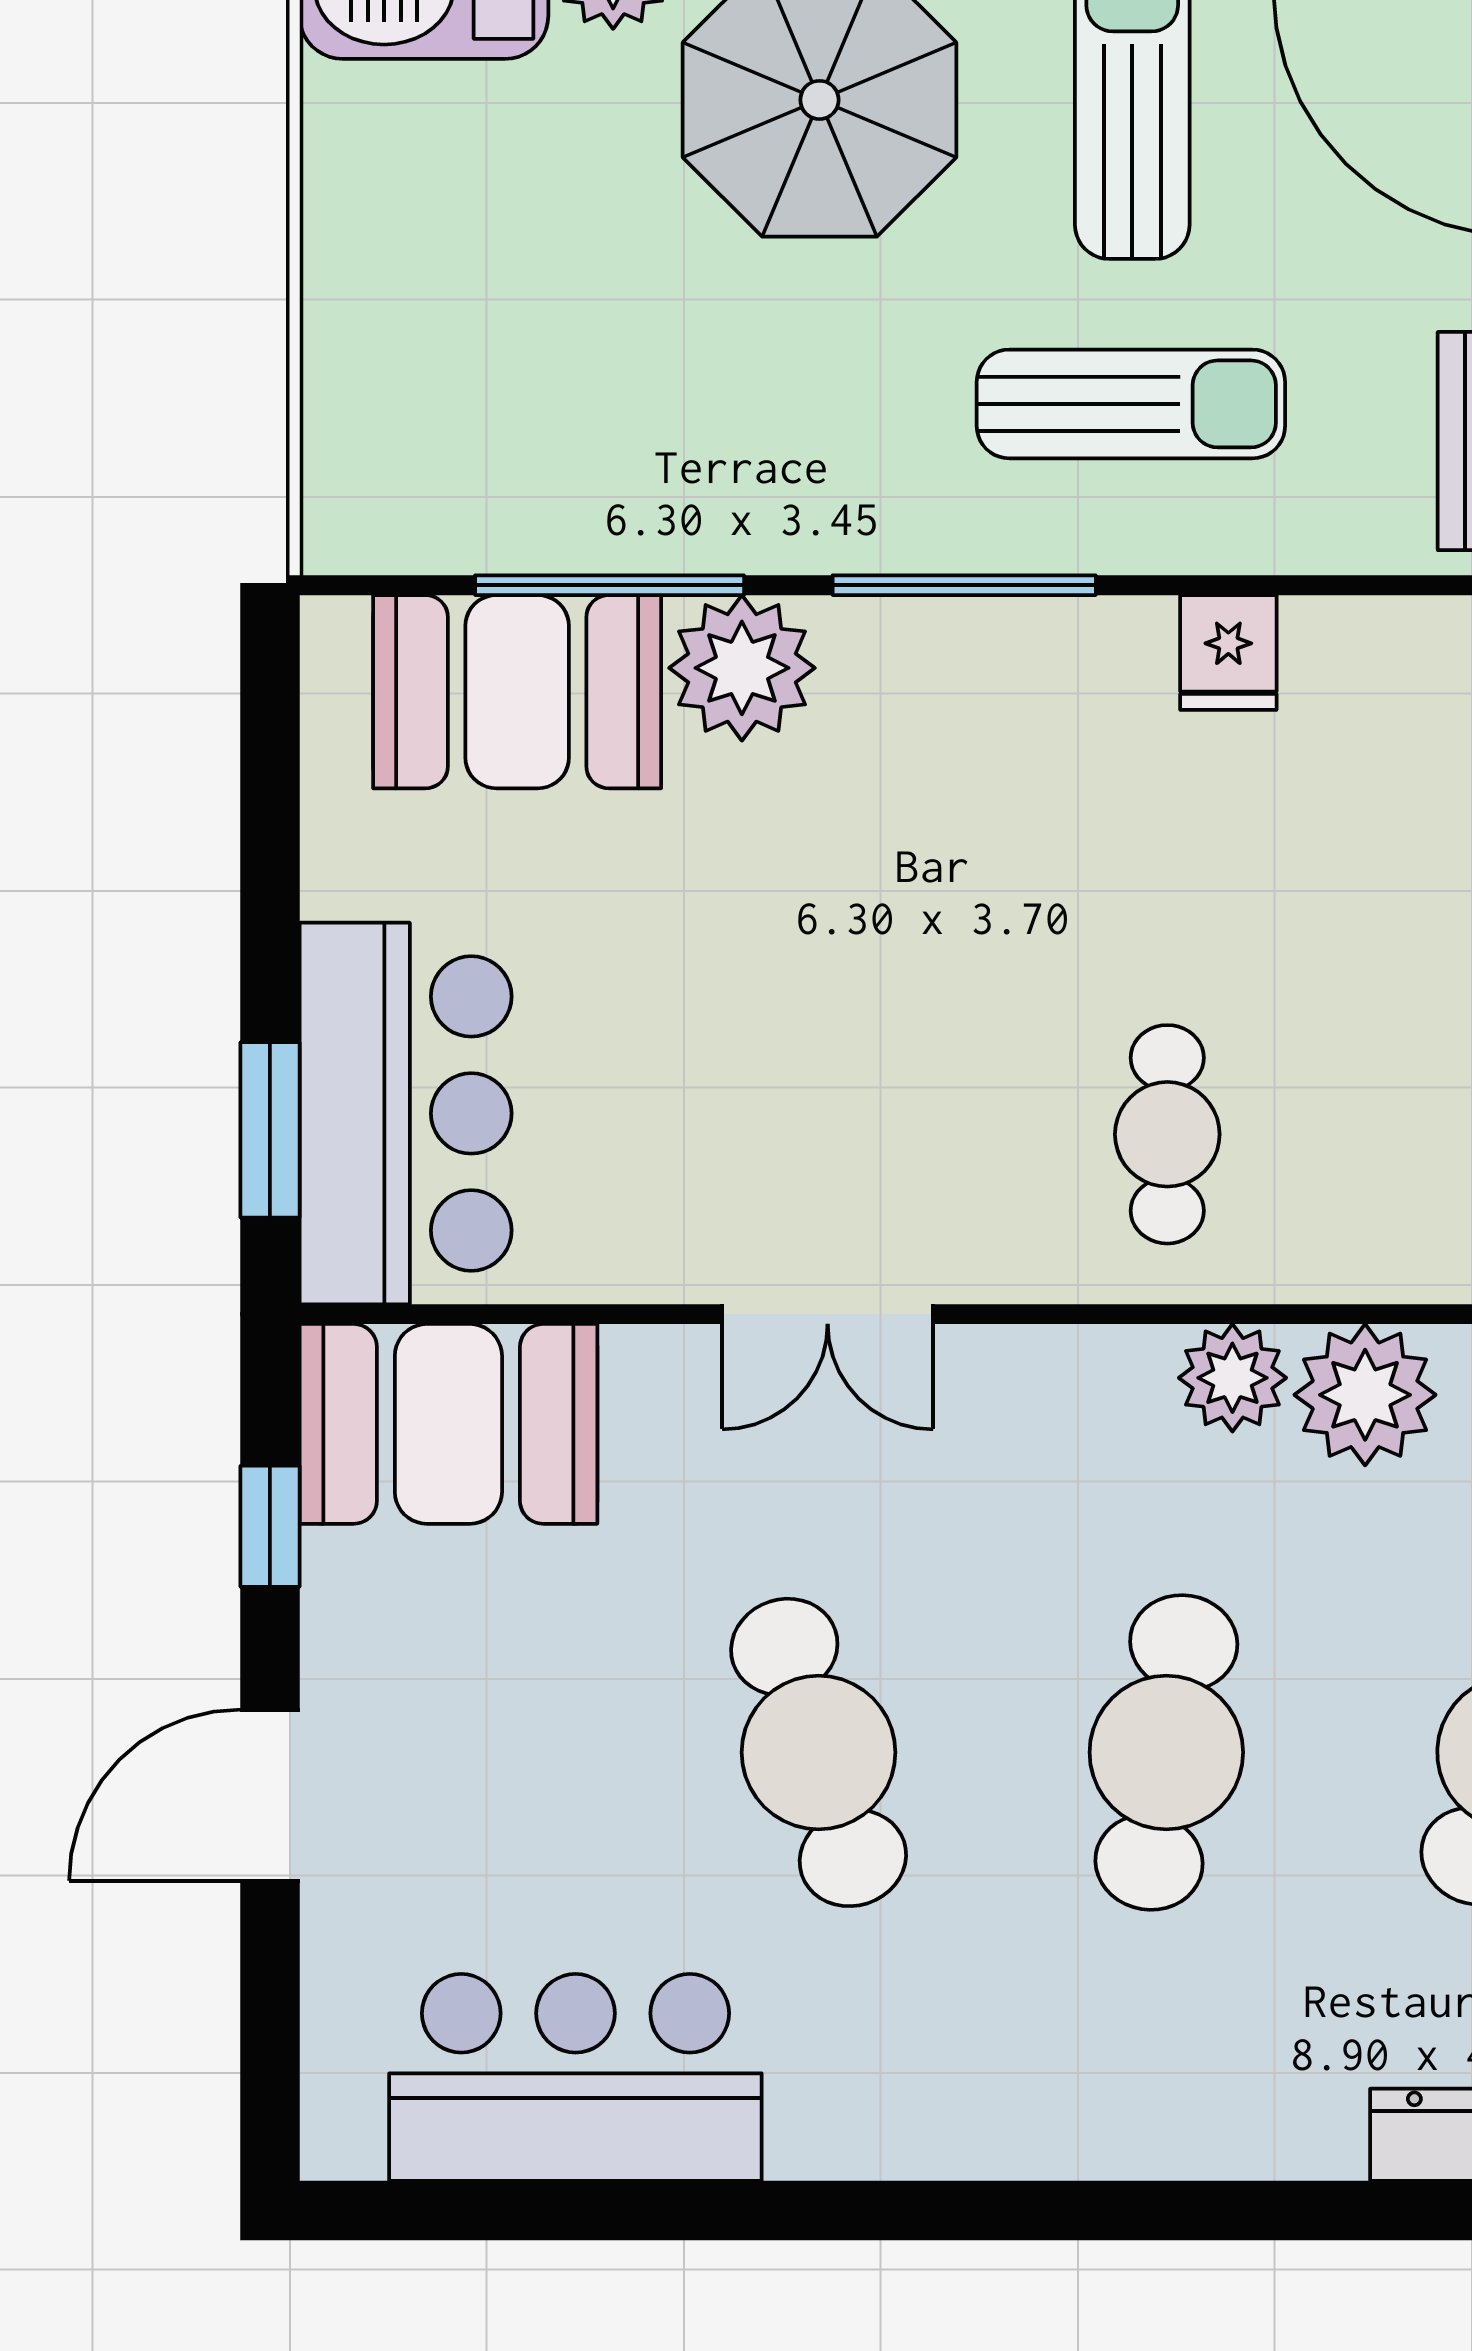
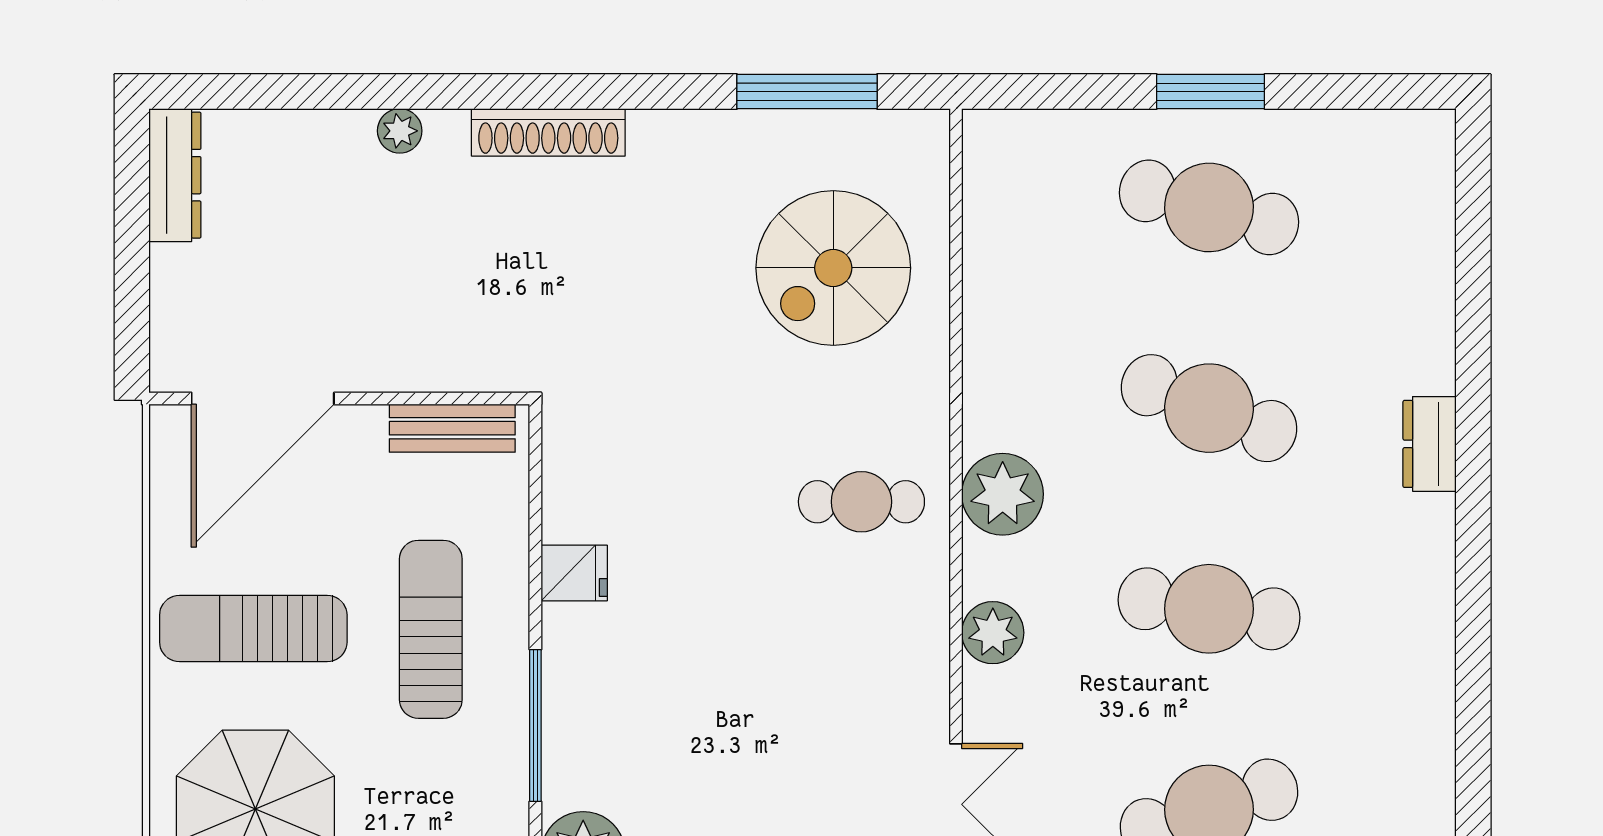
cafe table: (1167, 1134) -> (861, 502), moved
plant: (1232, 1378) -> (993, 633), moved

